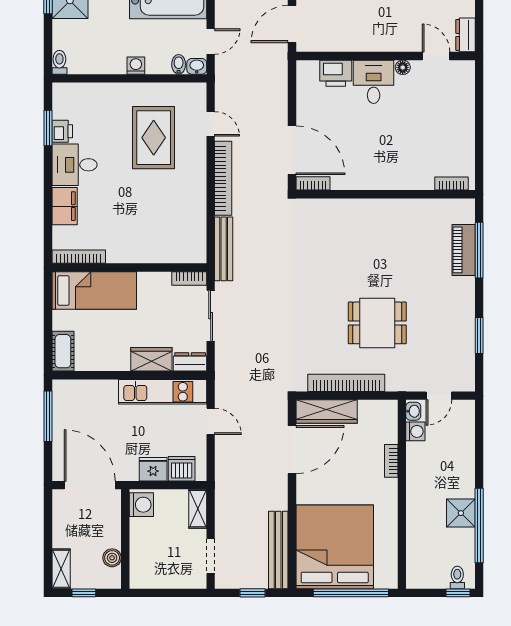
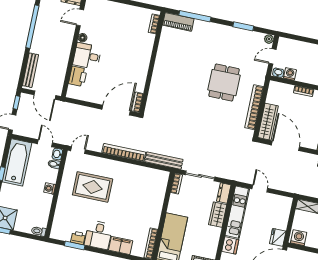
door: (211, 124) -> (78, 150), moved
piano: (464, 250) -> (178, 22), moved
plant: (467, 383) -> (269, 39), added
door: (439, 396) -> (272, 56), swing flipped
door: (211, 421) -> (260, 188), hinge flipped
fridge: (153, 469) -> (278, 237), moved
dishwasher: (182, 469) -> (230, 245), moved, turned 180

